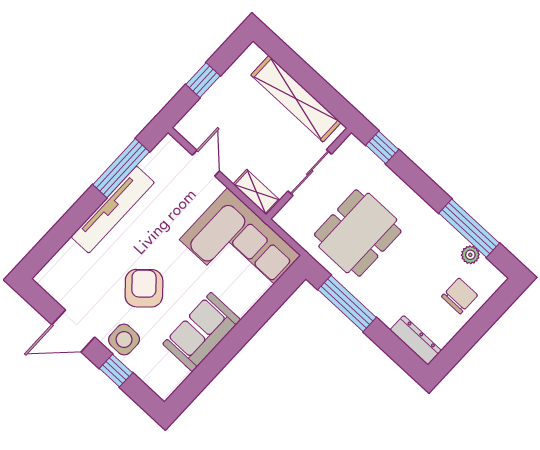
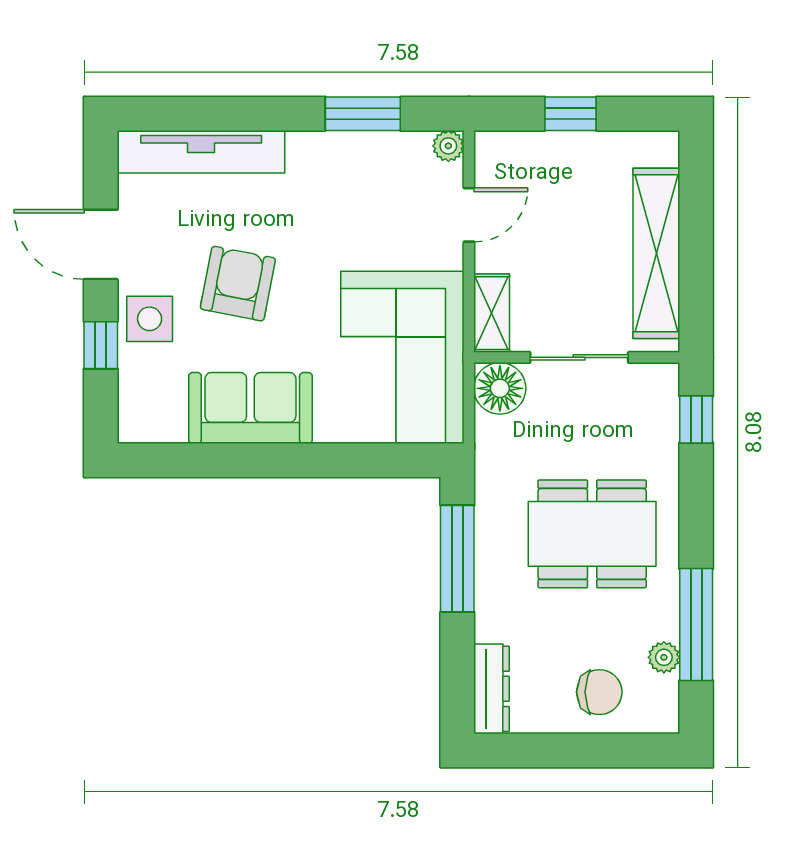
plant: (168, 145) -> (448, 146), added
window: (121, 168) -> (363, 114), width x0.69
tv unit: (113, 210) -> (201, 152), moved
floor lamp: (292, 218) -> (500, 388), added
dining table: (358, 233) -> (592, 534), moved
armchair: (144, 288) -> (238, 284), turned -37

